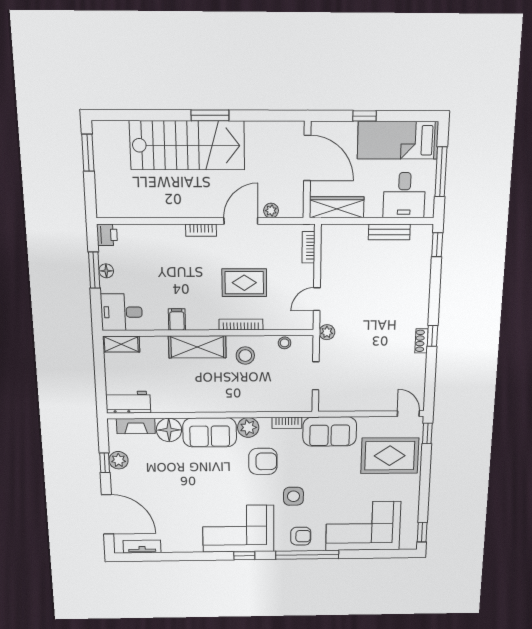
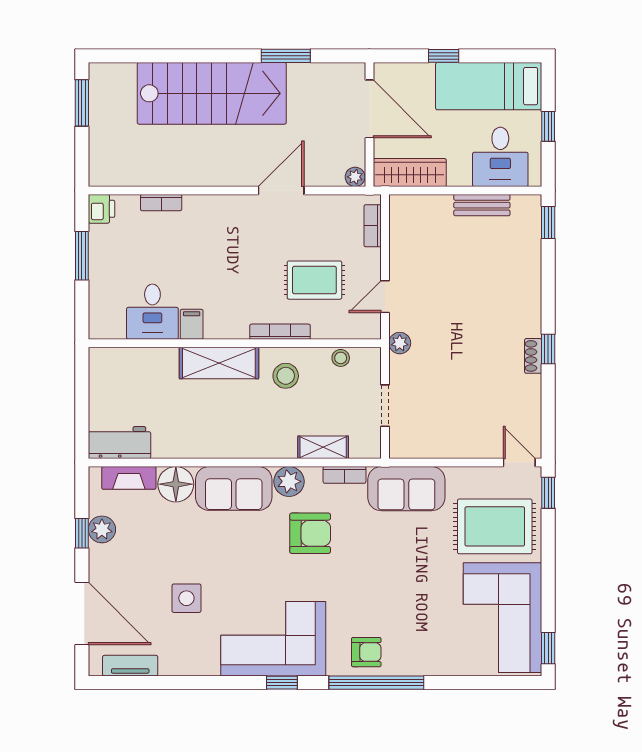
window: (210, 115) -> (286, 56), moved
window: (441, 172) -> (548, 126), width x0.46
plant: (271, 211) -> (355, 177), moved
bookcase: (201, 230) -> (161, 203), moved
floor lamp: (106, 271) -> (98, 257), removed
rug: (244, 283) -> (314, 280), moved
desk: (122, 312) -> (152, 312), moved, turned -90
shelving: (121, 344) -> (323, 447), moved
side table: (293, 496) -> (186, 598), moved
corner sofa: (363, 526) -> (502, 618), moved, turned -90

